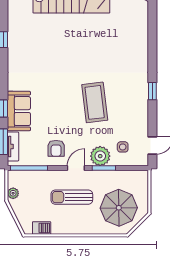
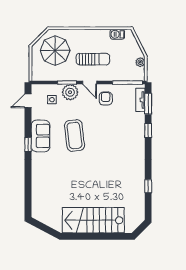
sofa: (19, 111) -> (41, 136), moved, turned 180
door: (76, 168) -> (90, 83), hinge flipped

